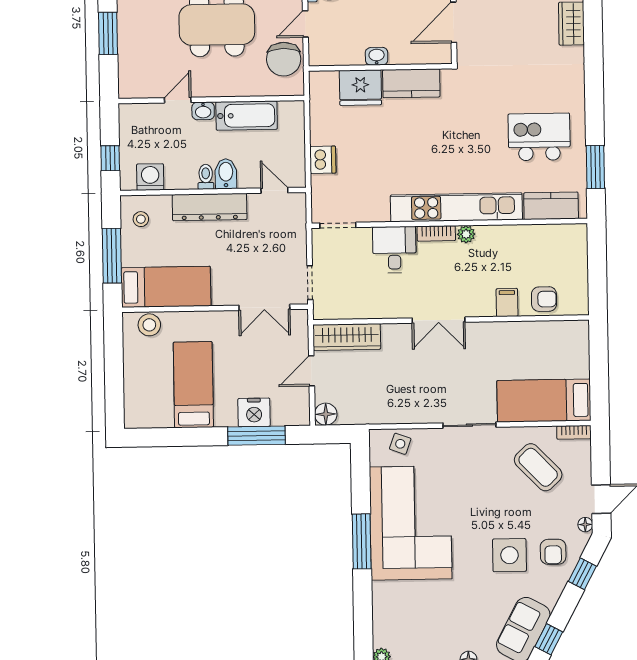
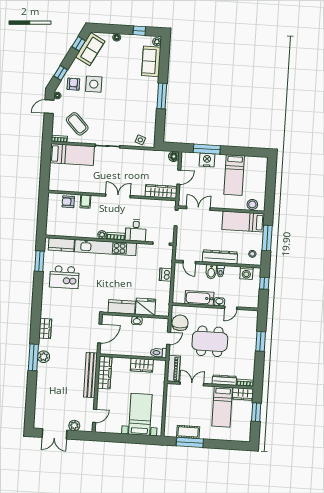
corner sofa: (411, 523) -> (138, 103), removed
sofa: (390, 614) -> (151, 61), added

